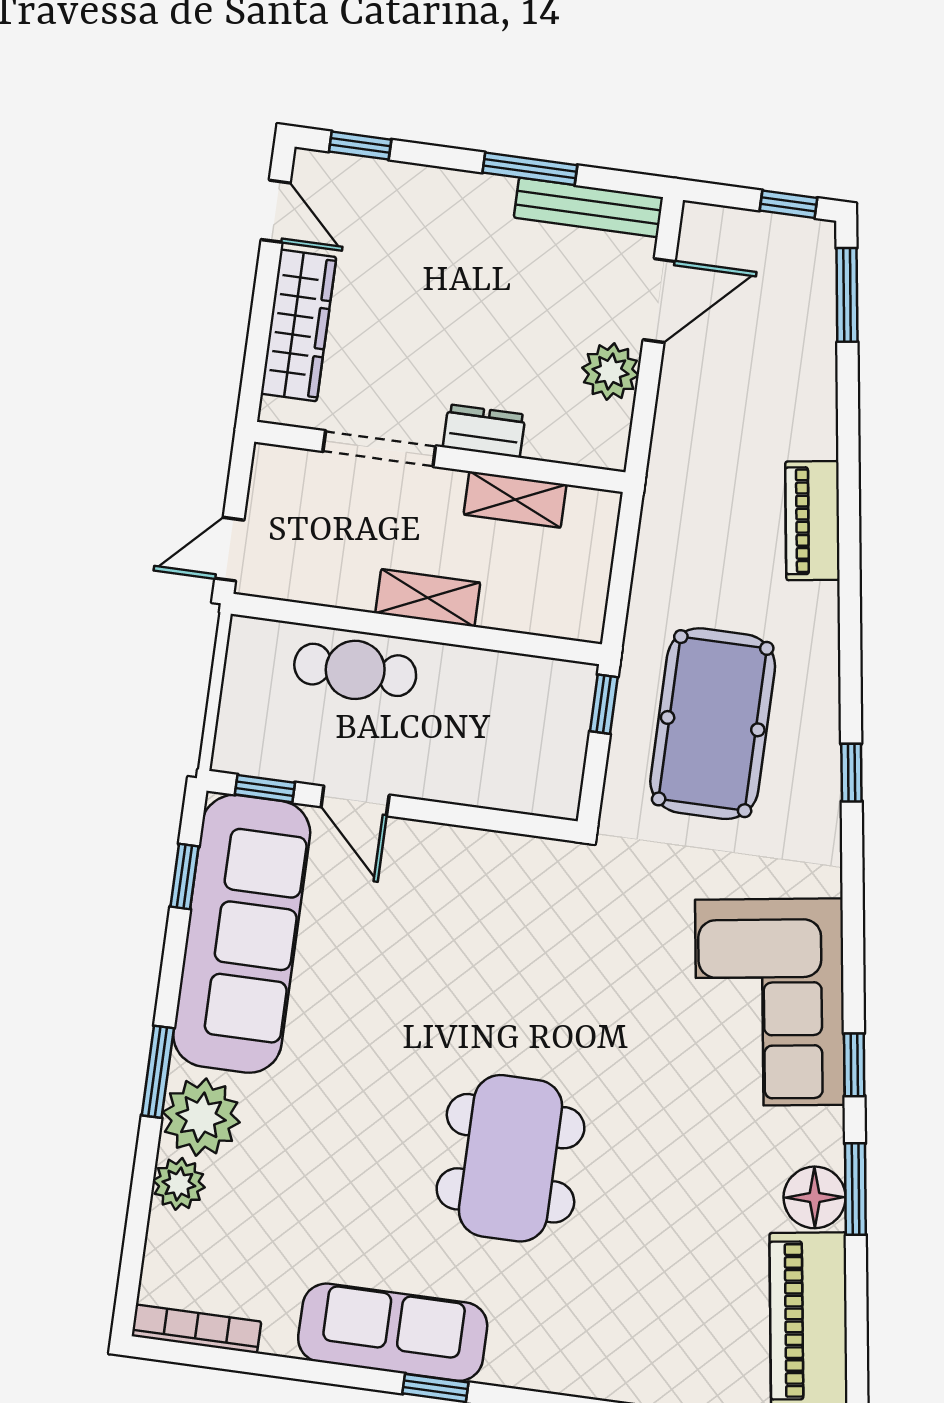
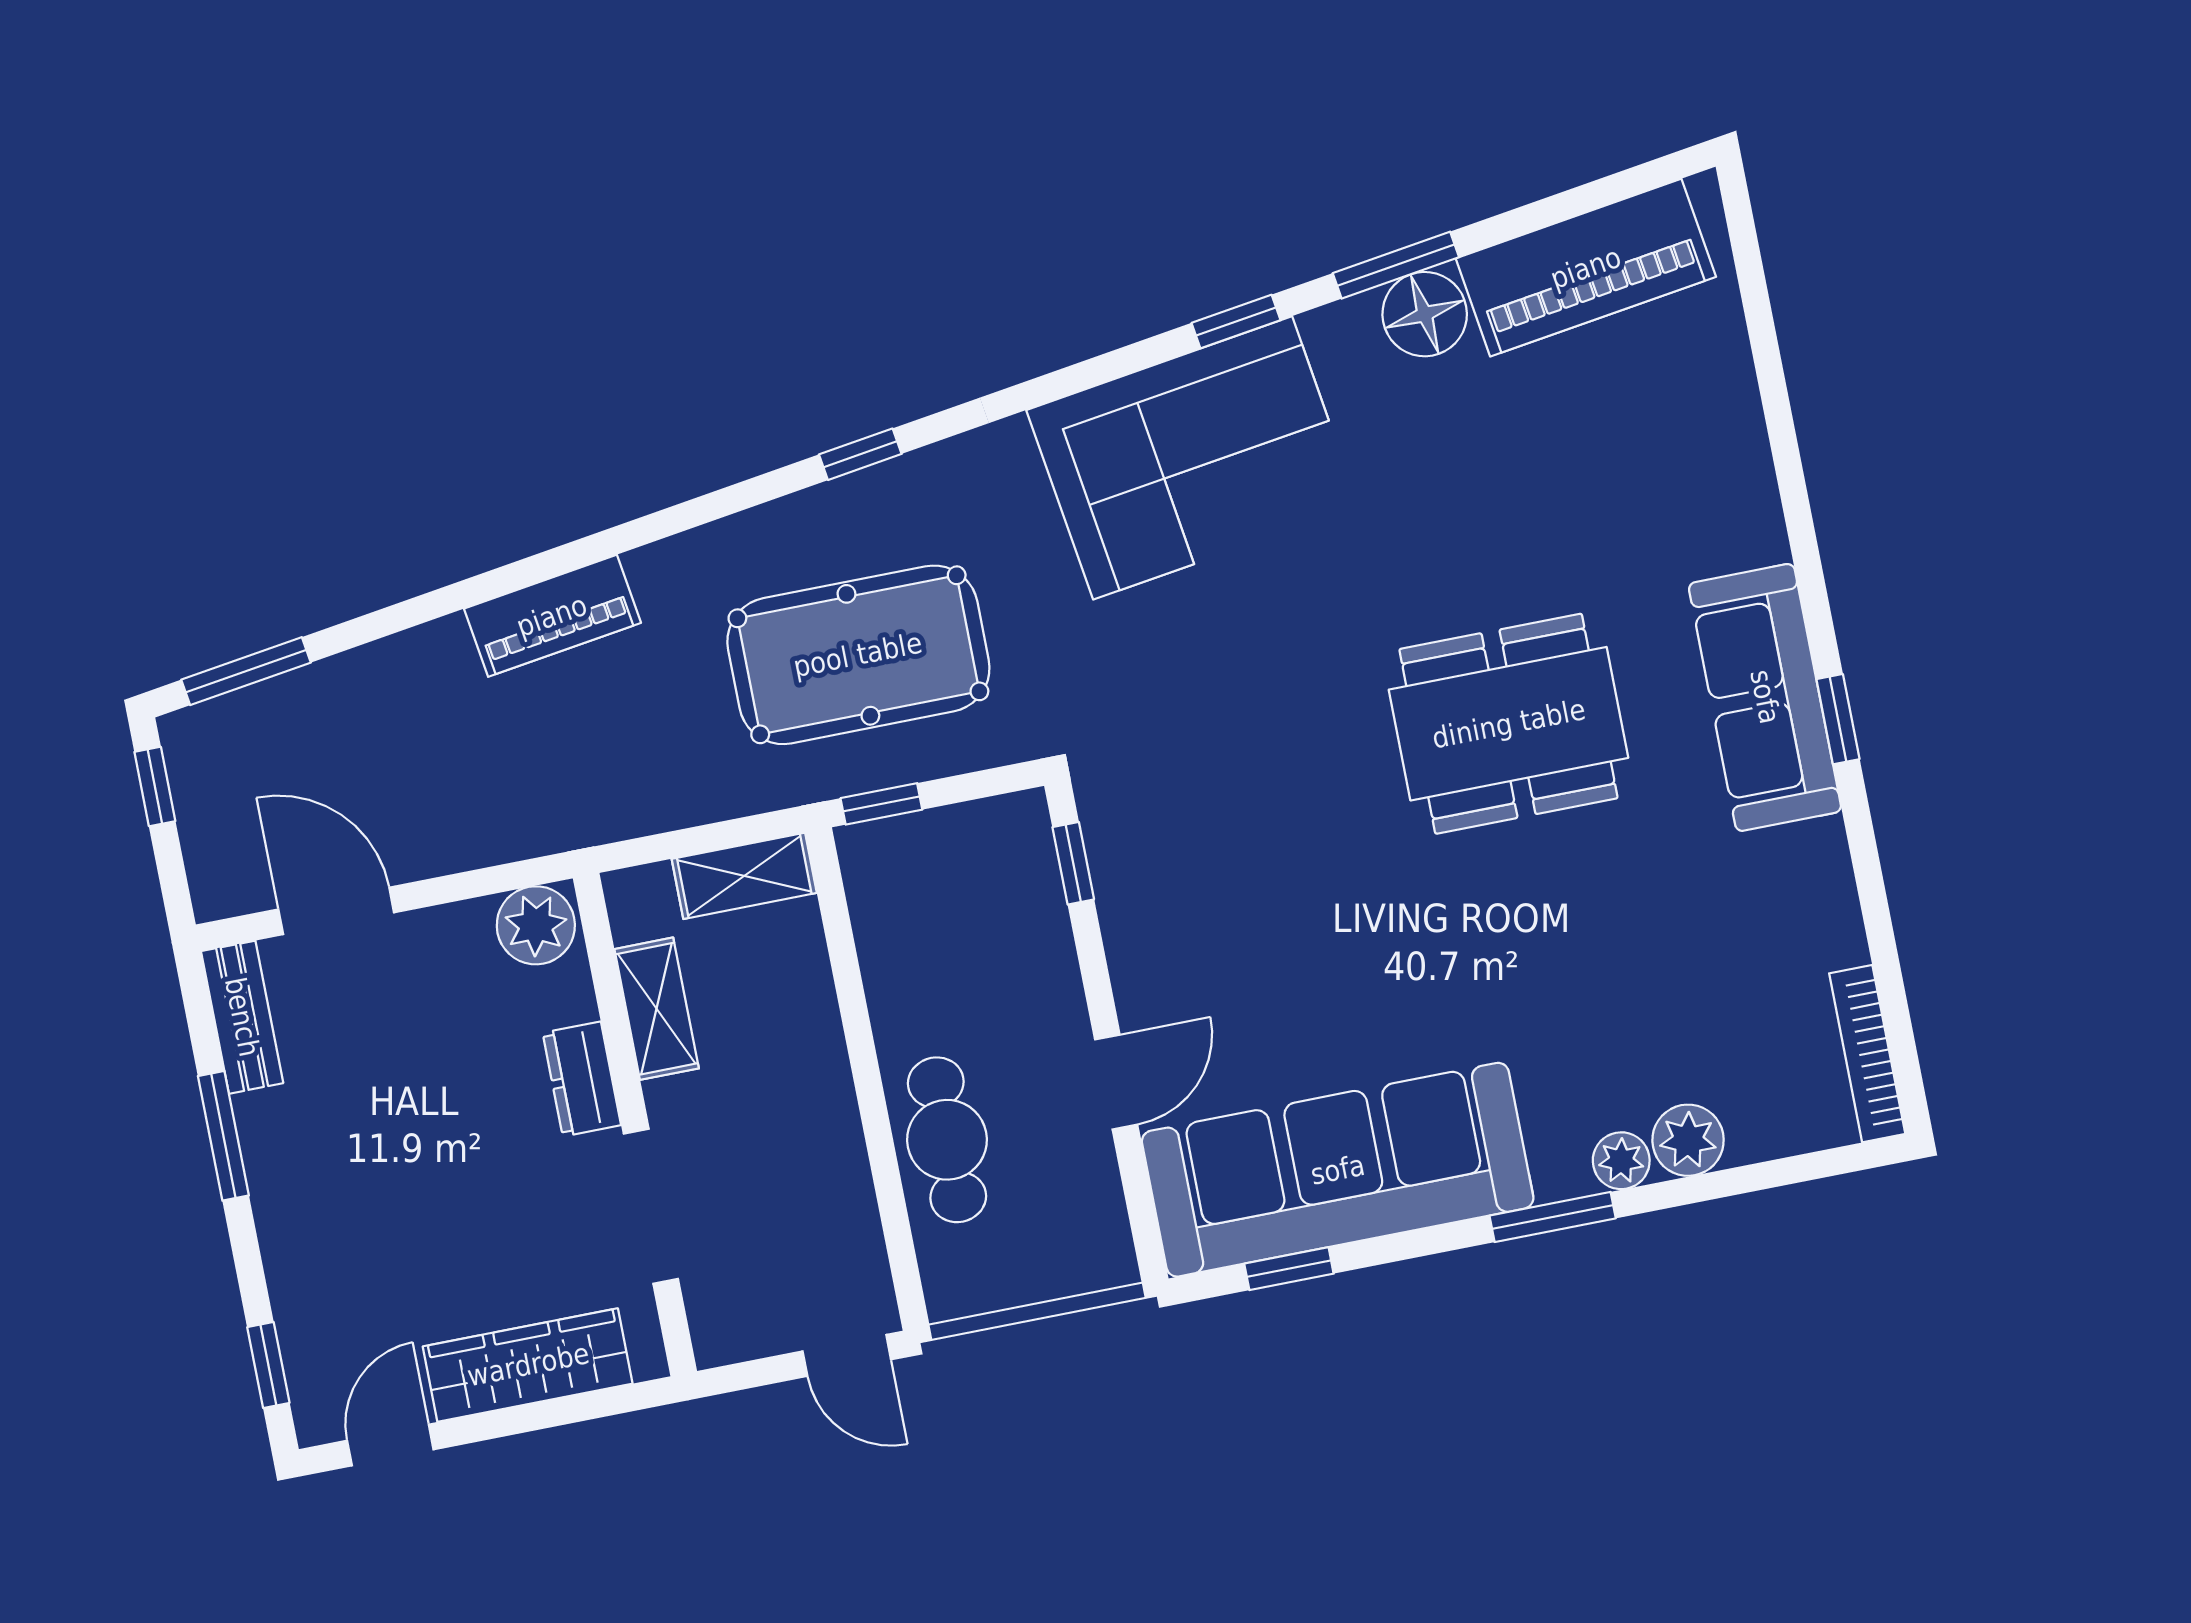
bench: (589, 207) -> (242, 1017), width x0.73
plant: (610, 372) -> (536, 925), moved
shelving: (428, 598) -> (744, 876), moved, turned 90
window: (265, 789) -> (1073, 863), moved
plant: (201, 1117) -> (1621, 1161), width x0.53, depth x0.53
sofa: (393, 1332) -> (1765, 697), moved

